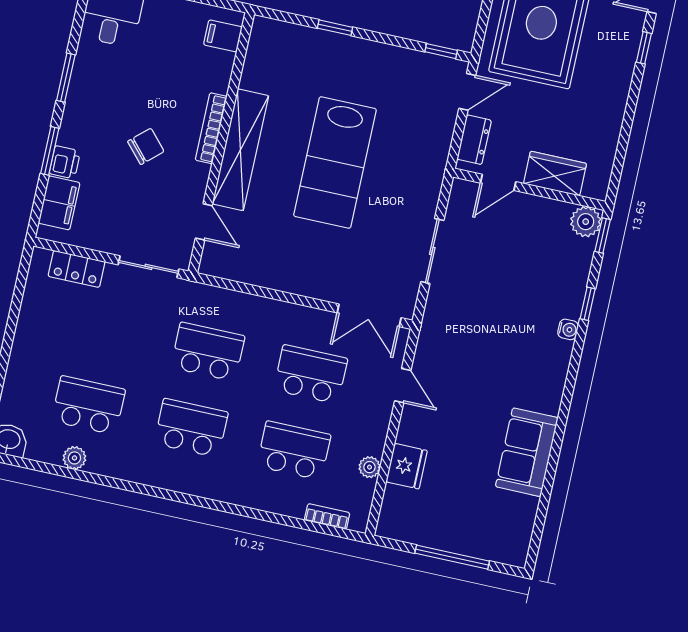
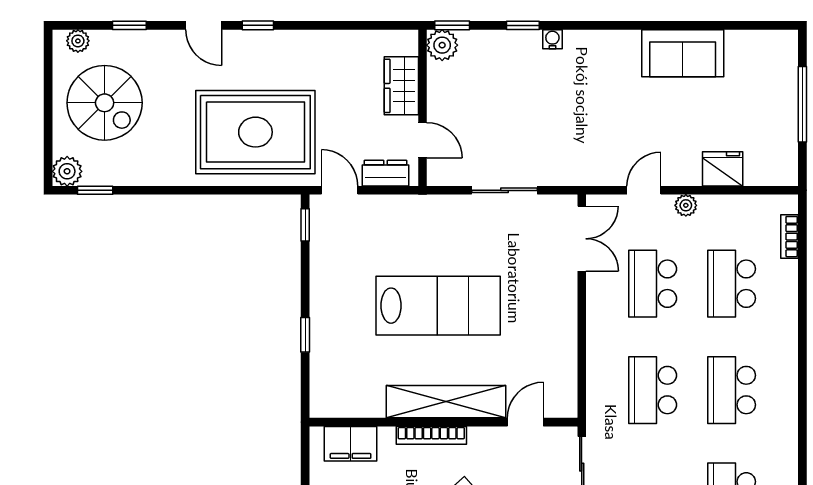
filing cabinet: (223, 36) -> (351, 444), width x2.00
plant: (370, 467) -> (686, 205), moved

